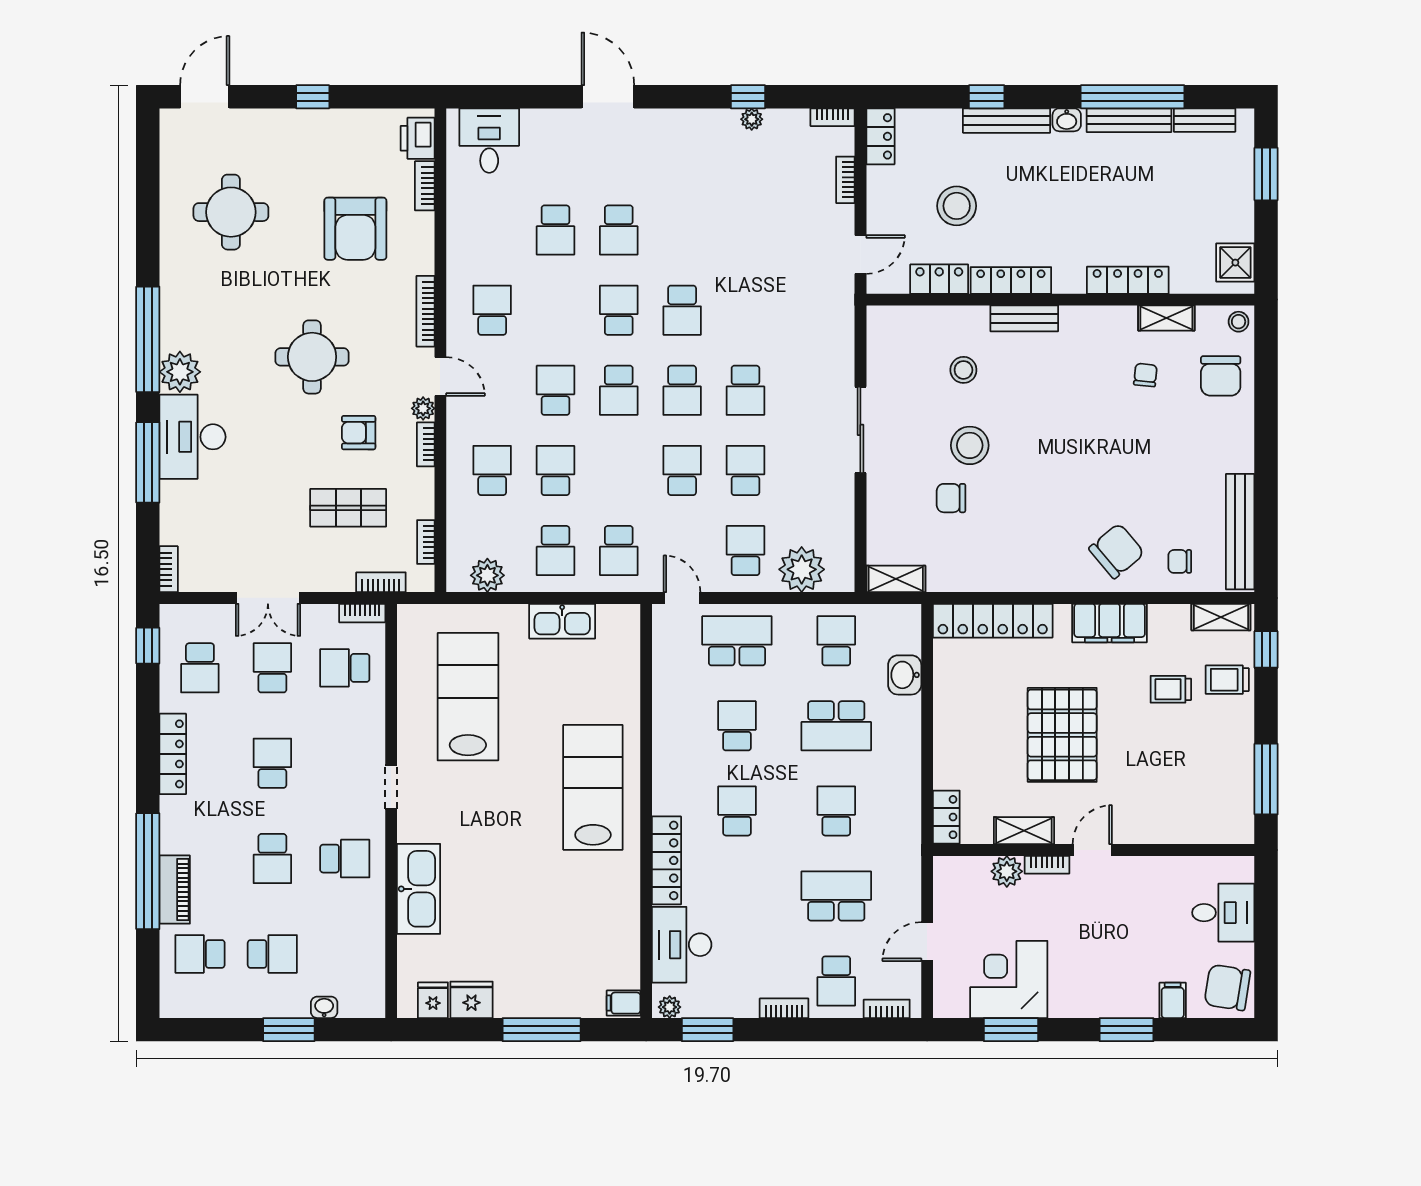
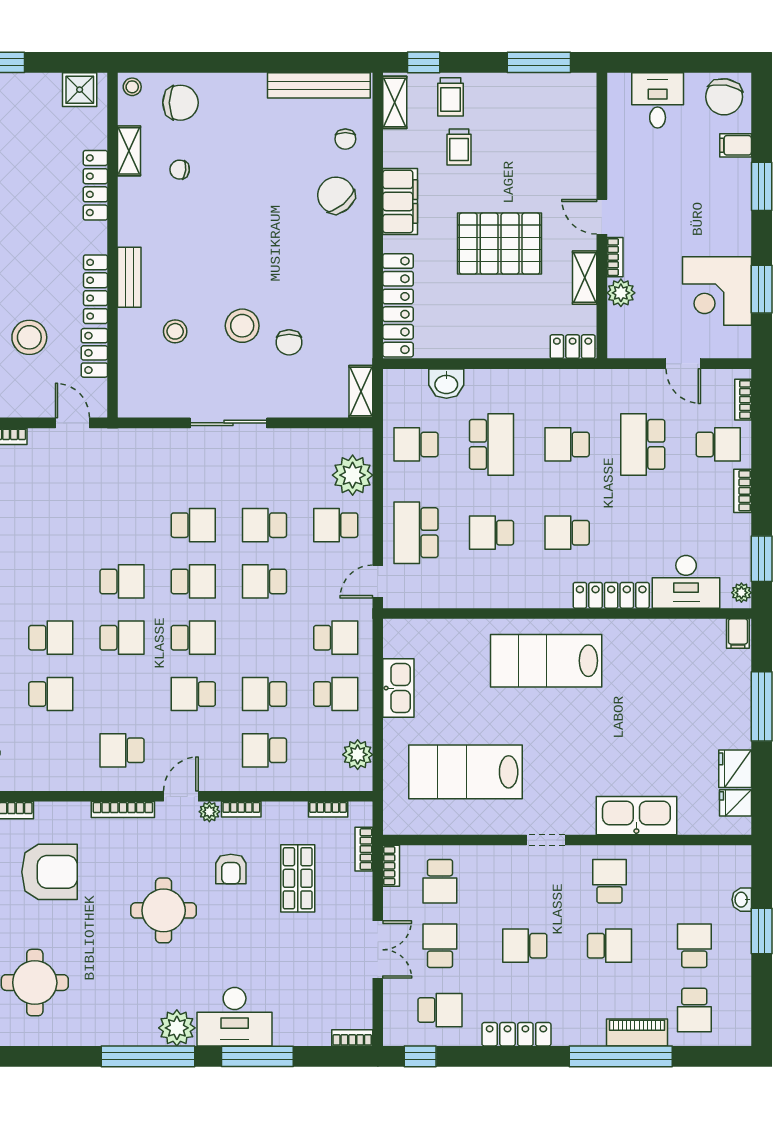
school desk: (619, 310) -> (122, 638), turned 180
school desk: (272, 668) -> (440, 946), turned 90

